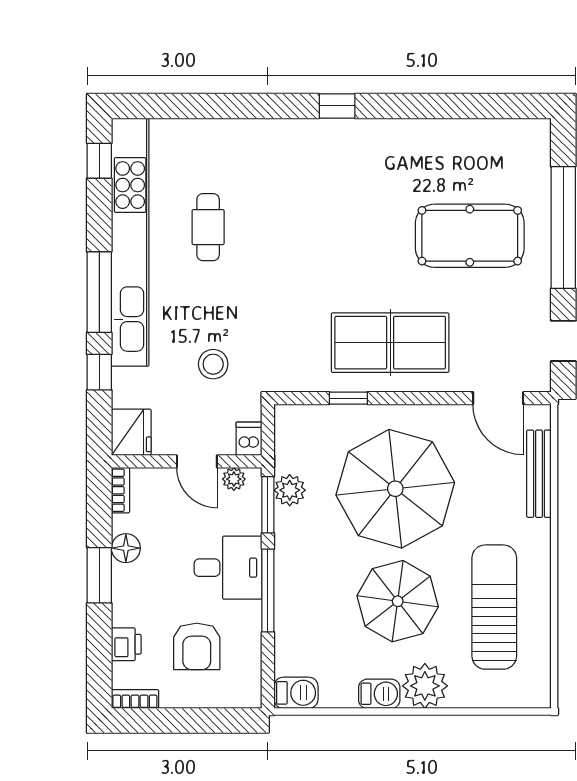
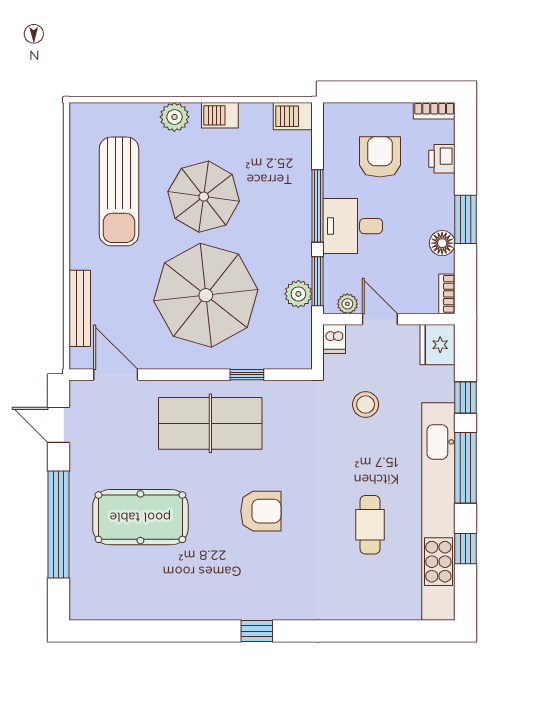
window: (99, 161) -> (465, 549), moved
armchair: (333, 243) -> (261, 511), added
plant: (425, 686) -> (174, 117), width x0.73, depth x0.73

